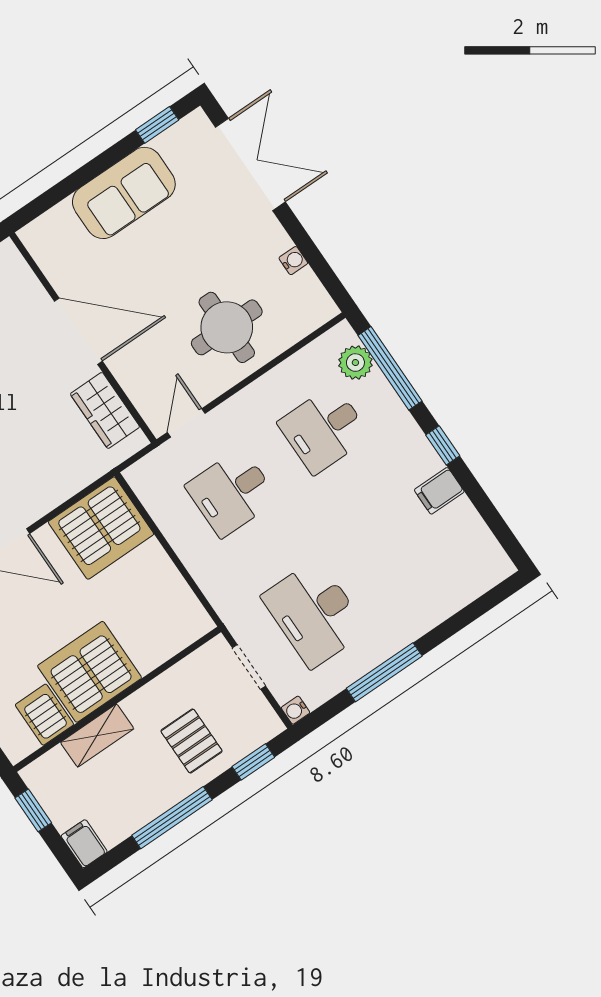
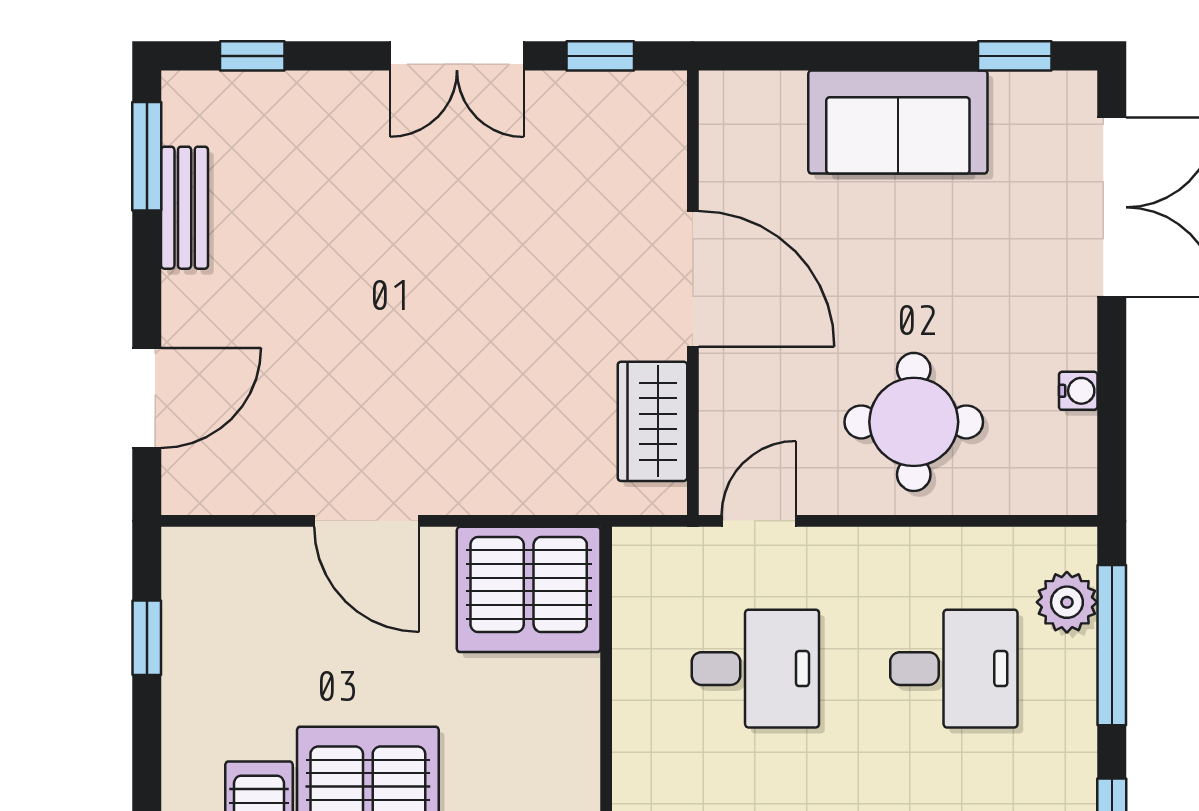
desk: (324, 429) -> (954, 669), turned 180
desk: (232, 493) -> (755, 669), turned 180

